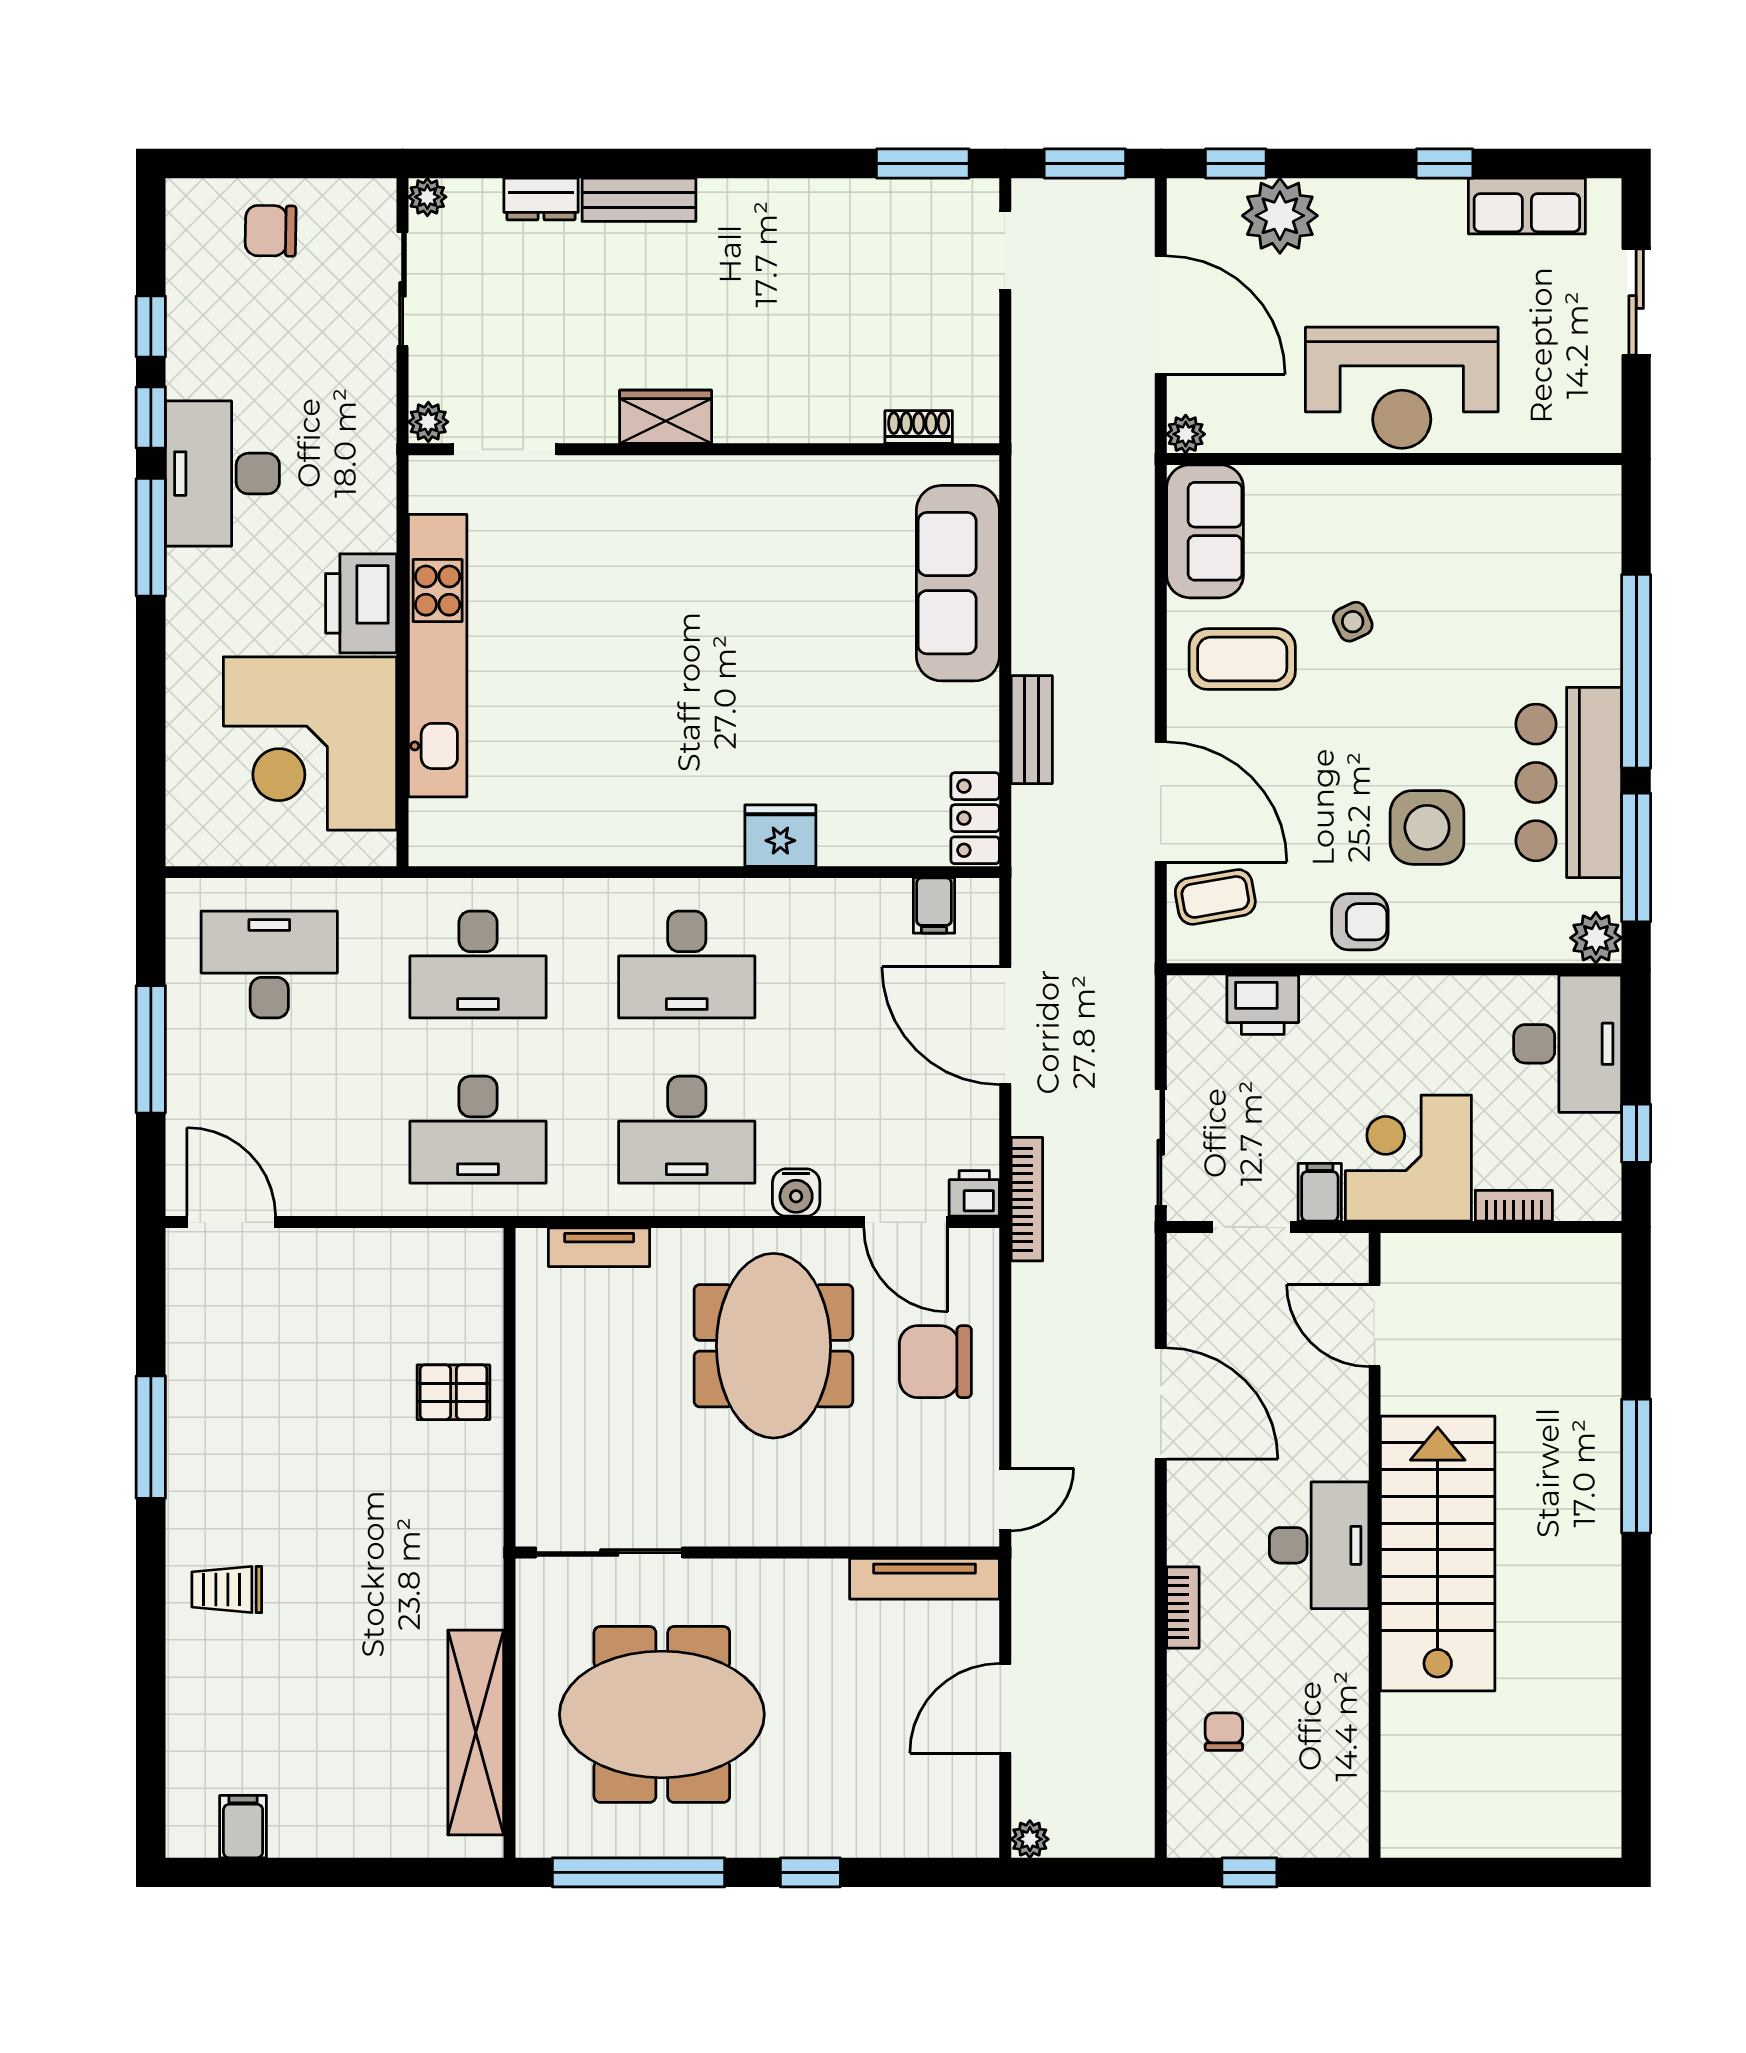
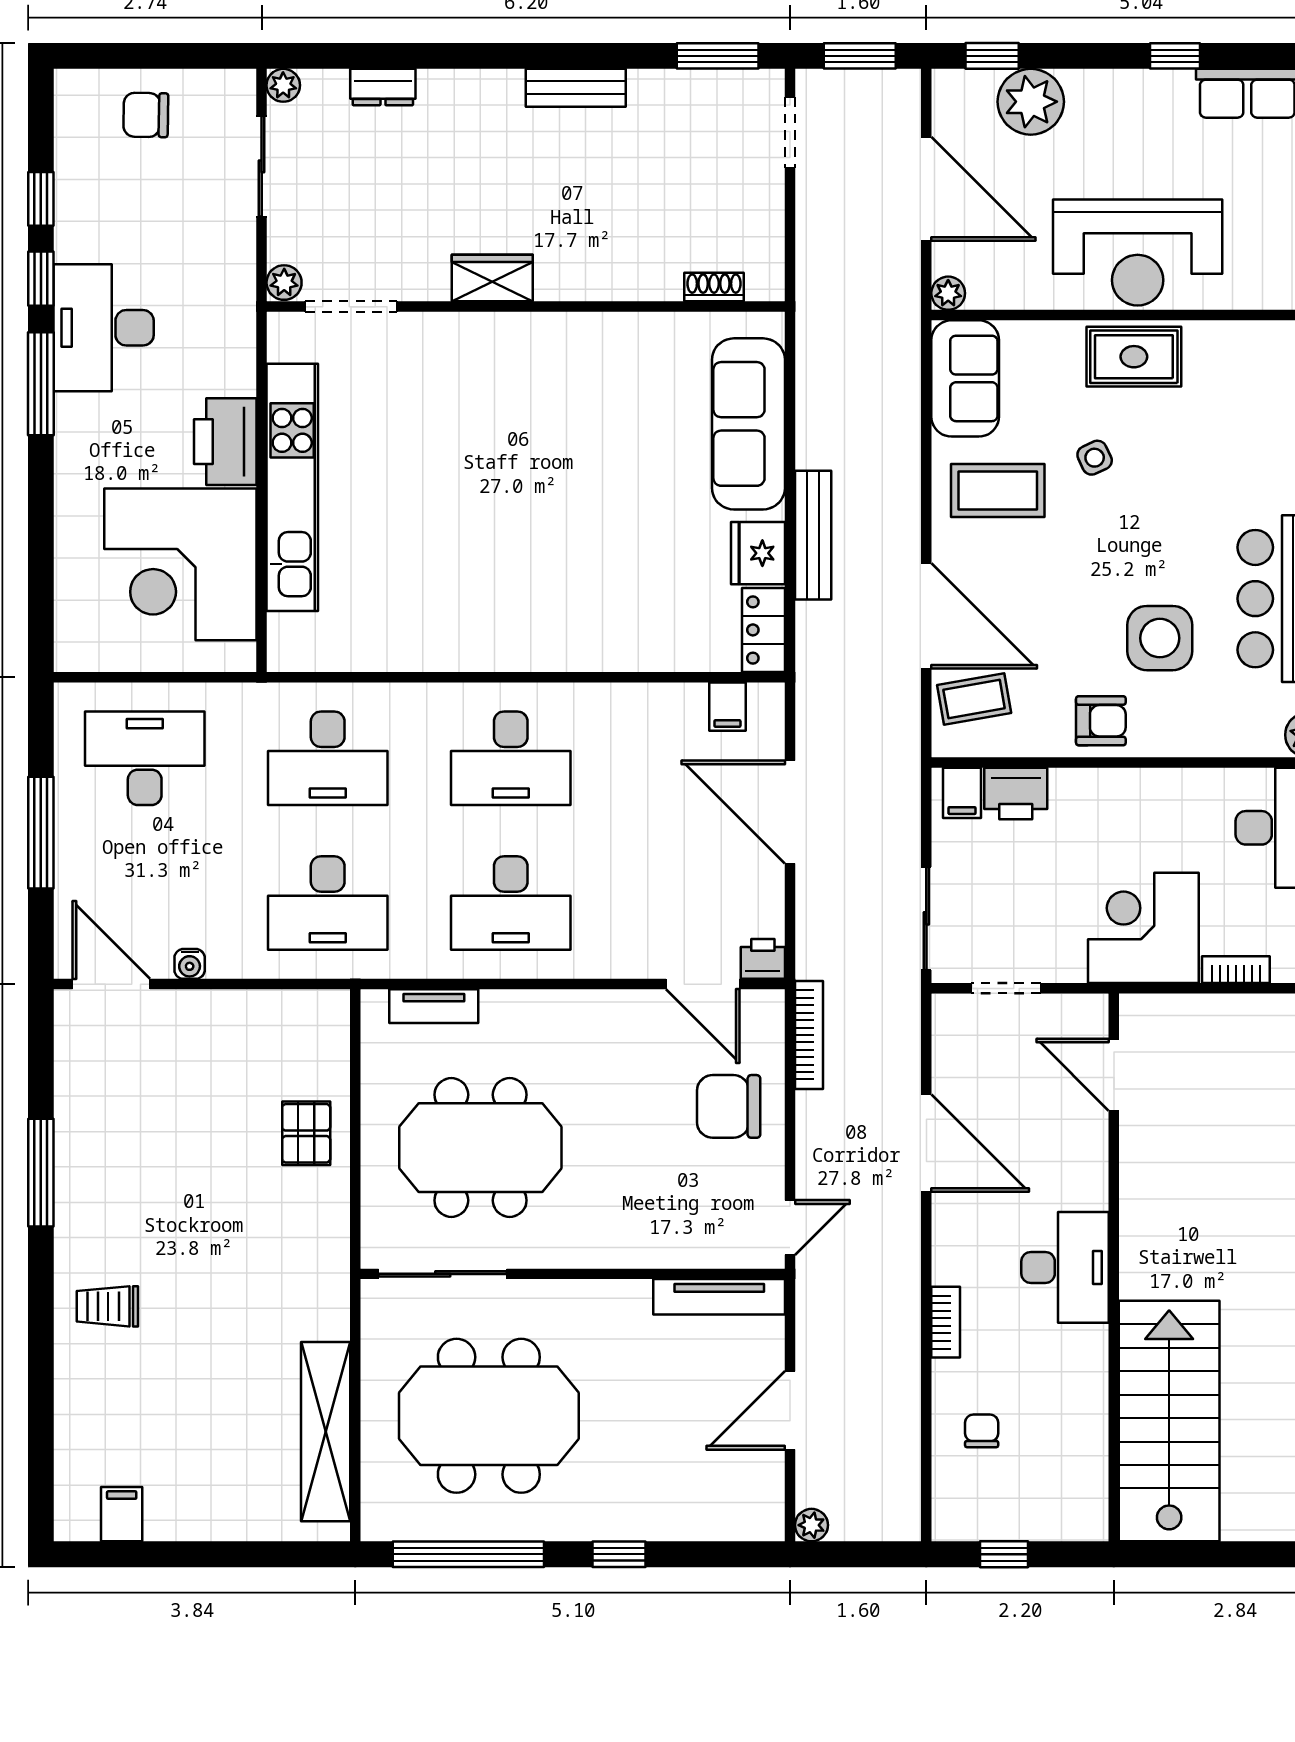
bench: (639, 200) -> (576, 88), moved
rug: (1398, 506) -> (1134, 357), added
bench: (1032, 730) -> (813, 535), width x1.36
fridge: (780, 836) -> (758, 553), moved, turned -90
filing cabinet: (1320, 1192) -> (962, 793), moved, turned 180
water cooler: (796, 1193) -> (190, 964), moved, width x0.72, depth x0.72
bookcase: (1027, 1199) -> (809, 1035), moved
meeting table: (773, 1346) -> (480, 1148), moved, turned 90
pallet: (453, 1392) -> (306, 1133), turned 90
stairs: (1438, 1553) -> (1169, 1421), moved

